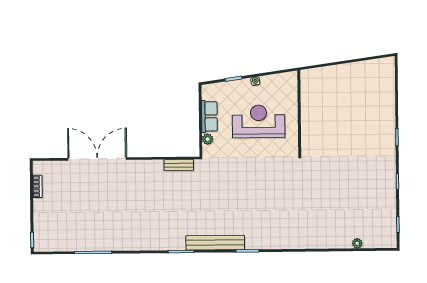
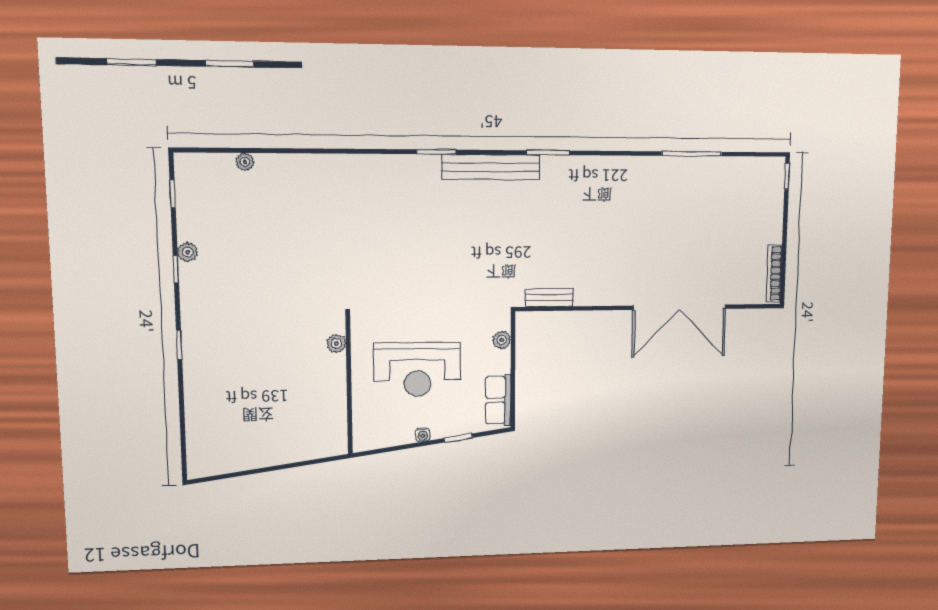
row of seats: (209, 116) -> (498, 400), moved
plant: (306, 137) -> (336, 344), added
bookcase: (37, 186) -> (774, 274), width x1.56
plant: (391, 191) -> (188, 252), added

